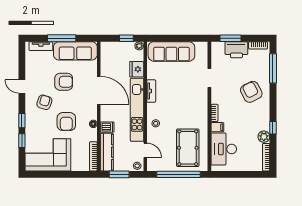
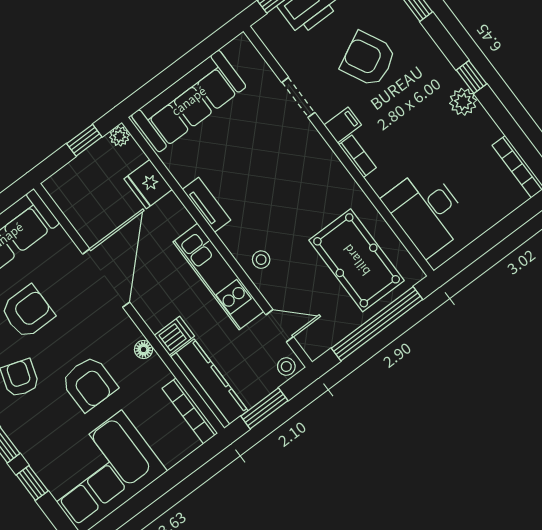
door: (99, 90) -> (106, 278), hinge flipped
armchair: (251, 92) -> (368, 59), moved
kitchen unit: (137, 110) -> (218, 277), width x0.73
filing cabinet: (217, 127) -> (343, 125), moved
window: (273, 128) -> (471, 77), moved
plant: (264, 137) -> (463, 102), moved

